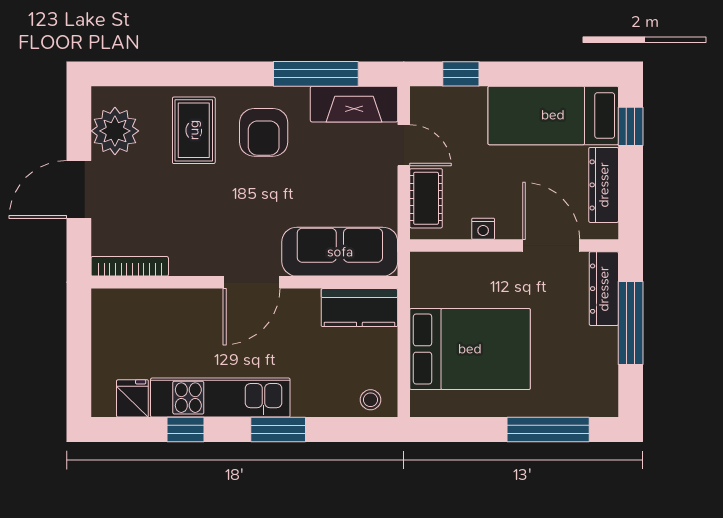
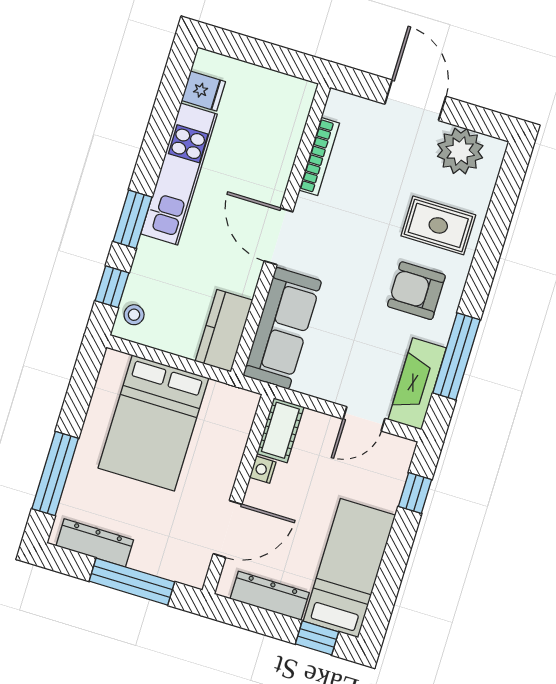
cot: (426, 198) -> (280, 430), moved, turned 90
bookcase: (130, 266) -> (319, 157), moved
dresser: (604, 289) -> (95, 543), moved
window: (185, 429) -> (112, 287), moved

